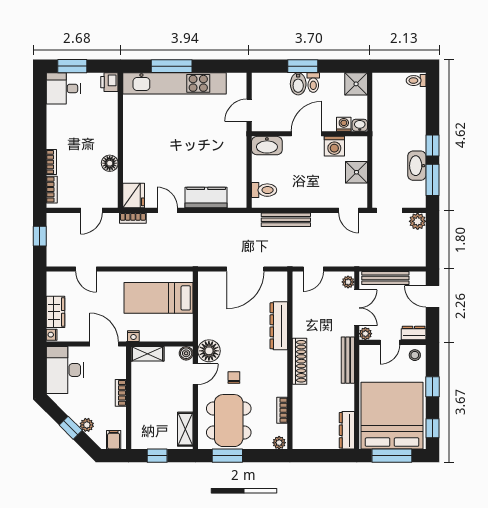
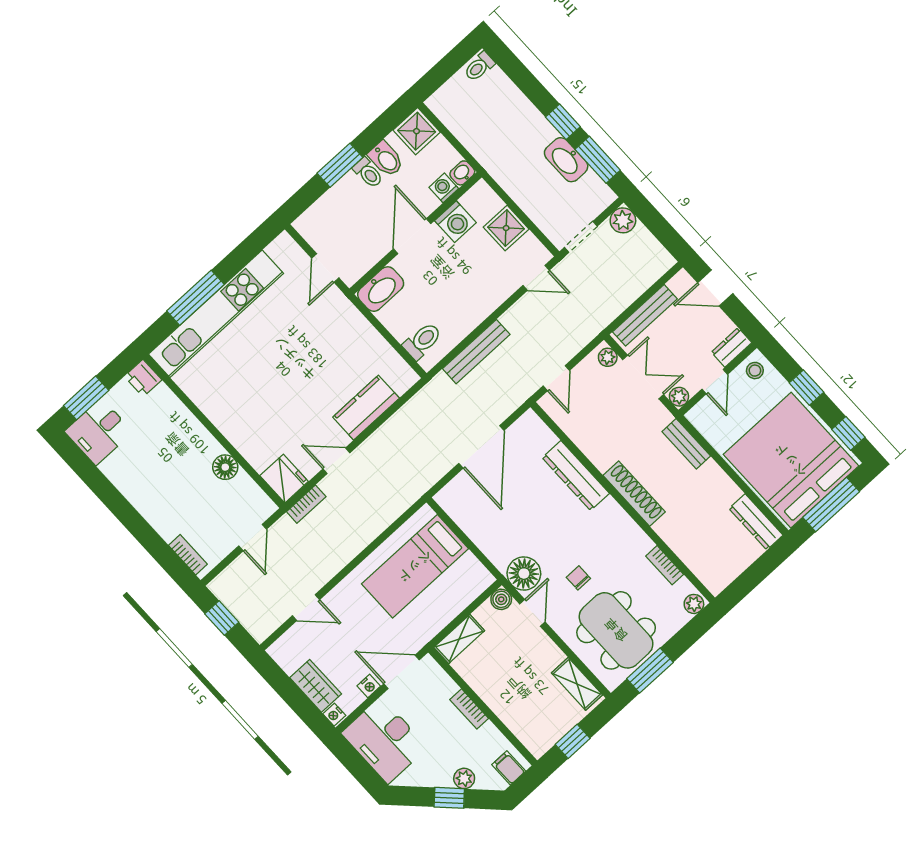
bidet: (298, 84) -> (386, 159), moved
bookcase: (51, 162) -> (160, 525), removed
nightstand: (133, 336) -> (369, 686), moved
bench: (348, 360) -> (686, 444), width x0.73

